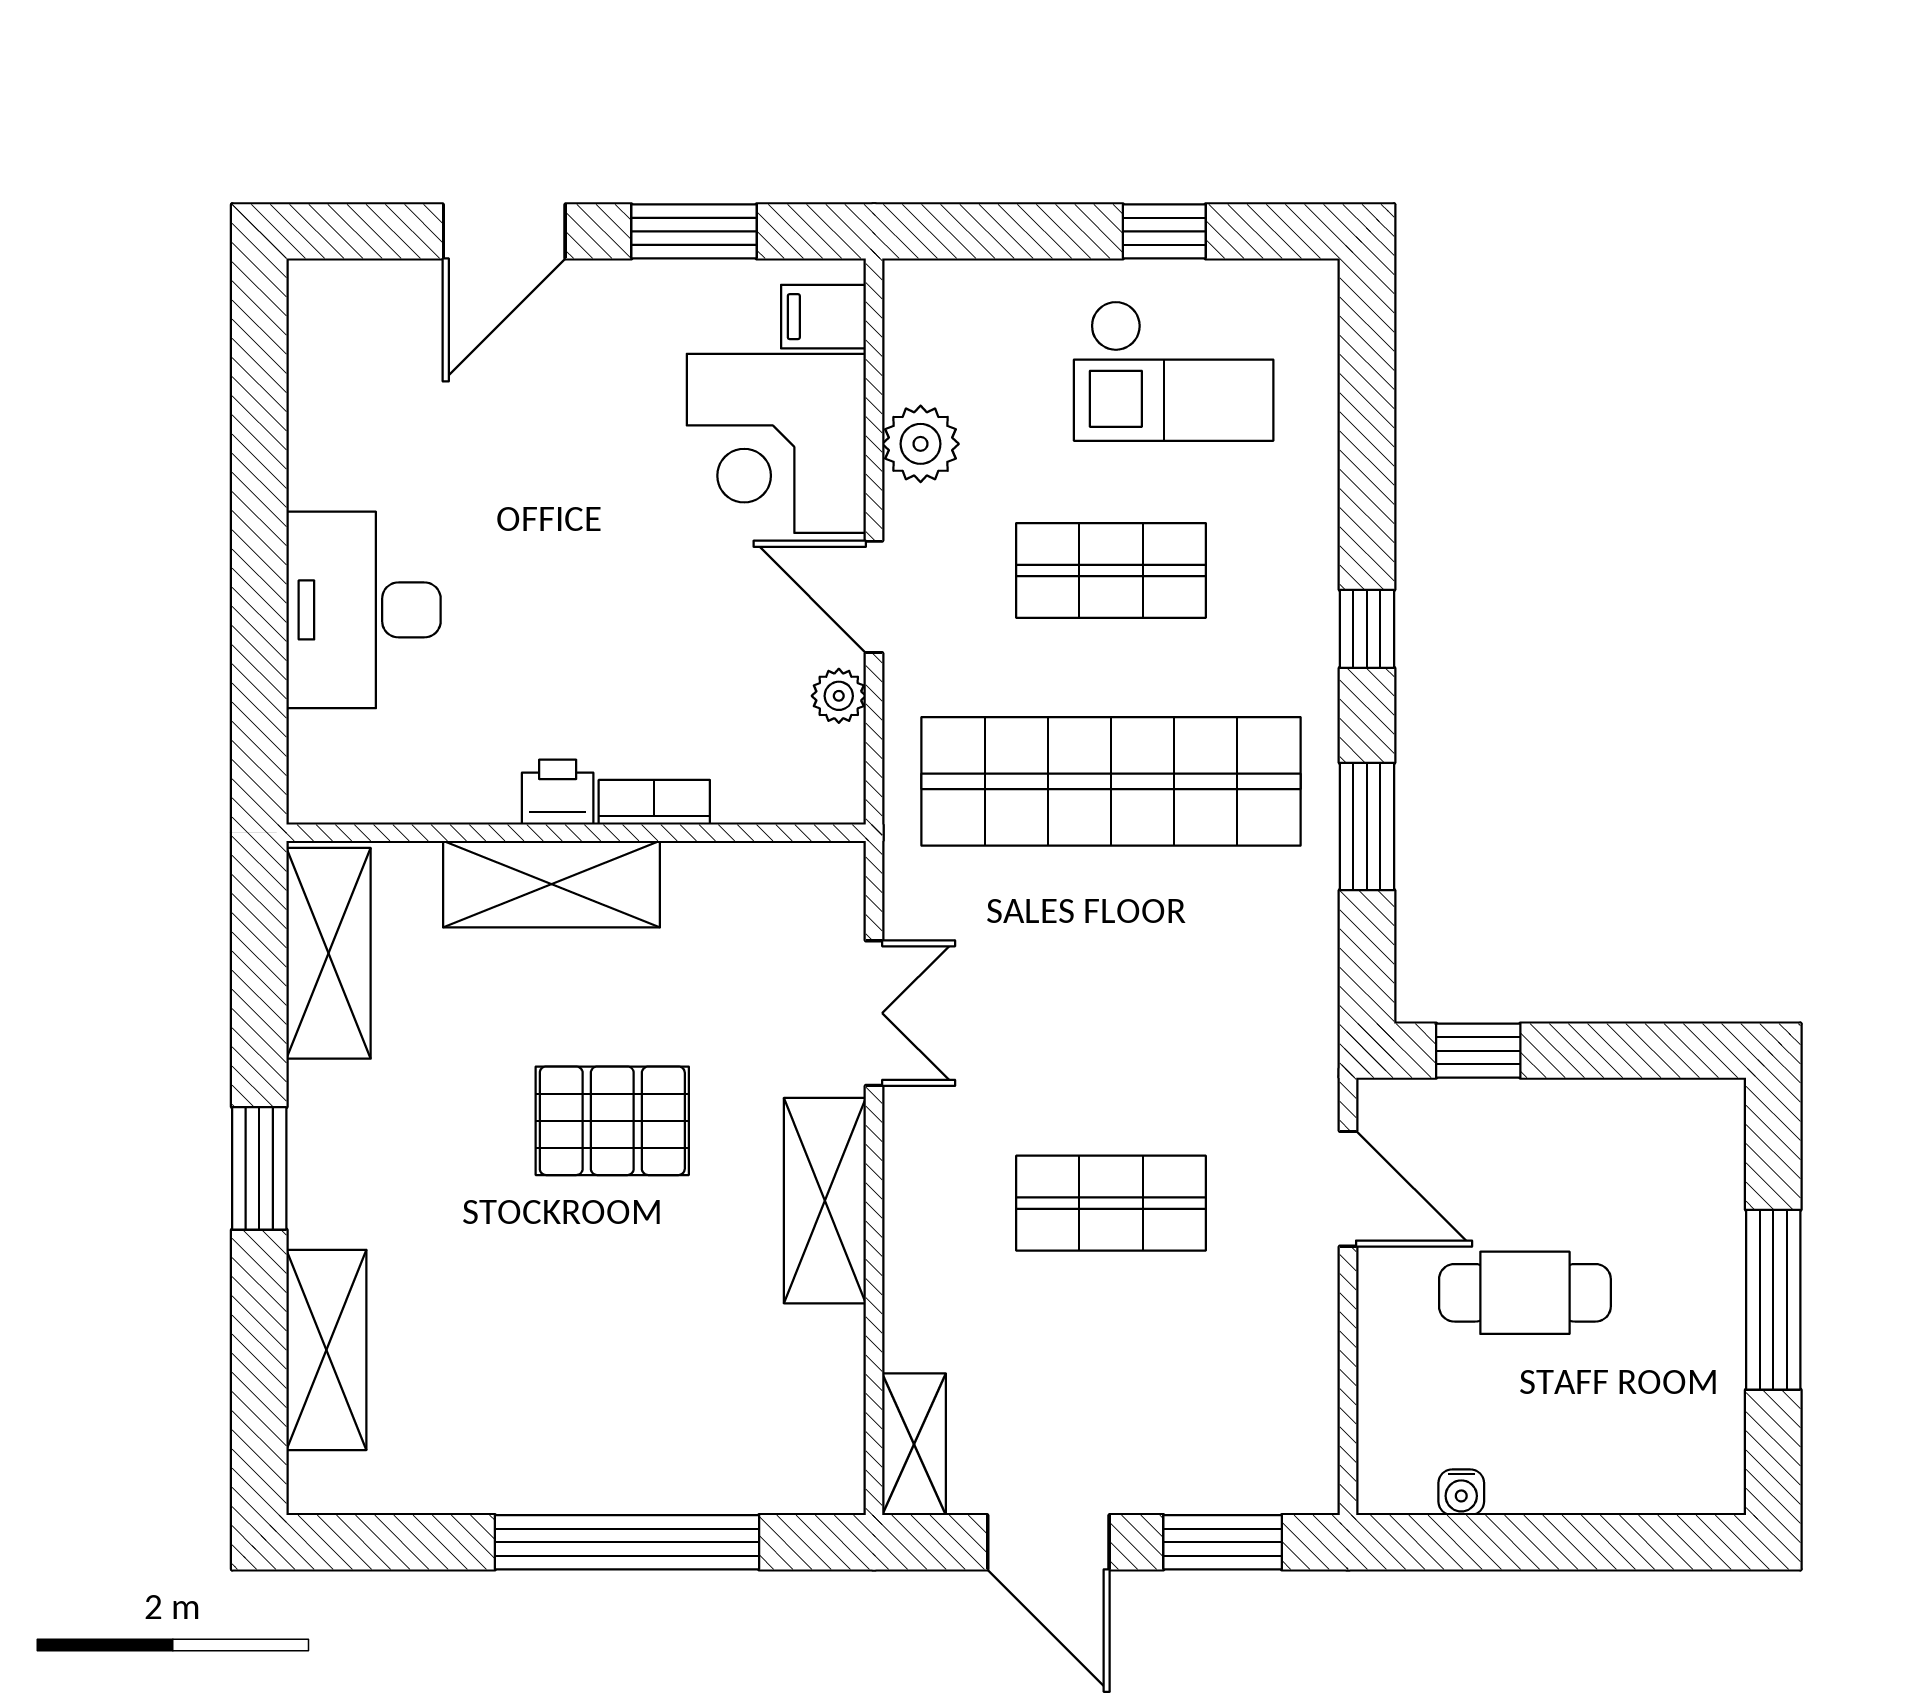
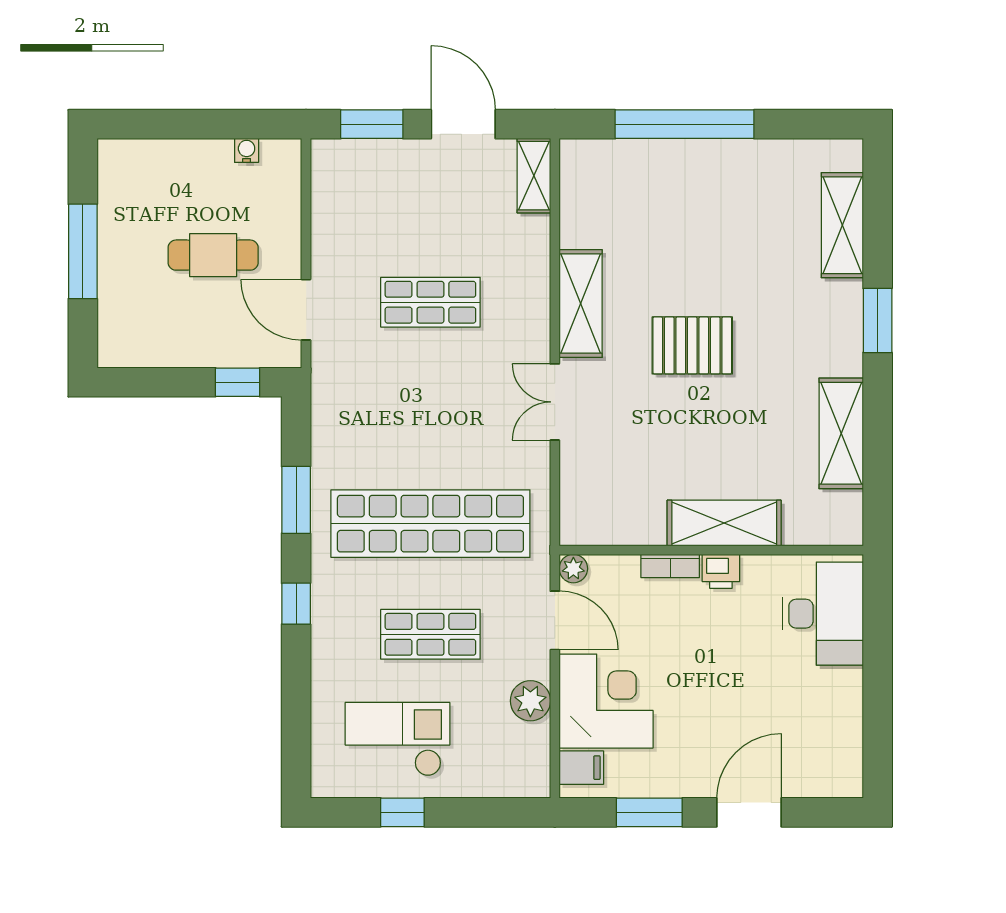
printer: (558, 792) -> (721, 571), moved
bookcase: (654, 802) -> (670, 566), moved
wall: (576, 833) -> (711, 550), moved
shelving: (552, 884) -> (724, 523), moved

